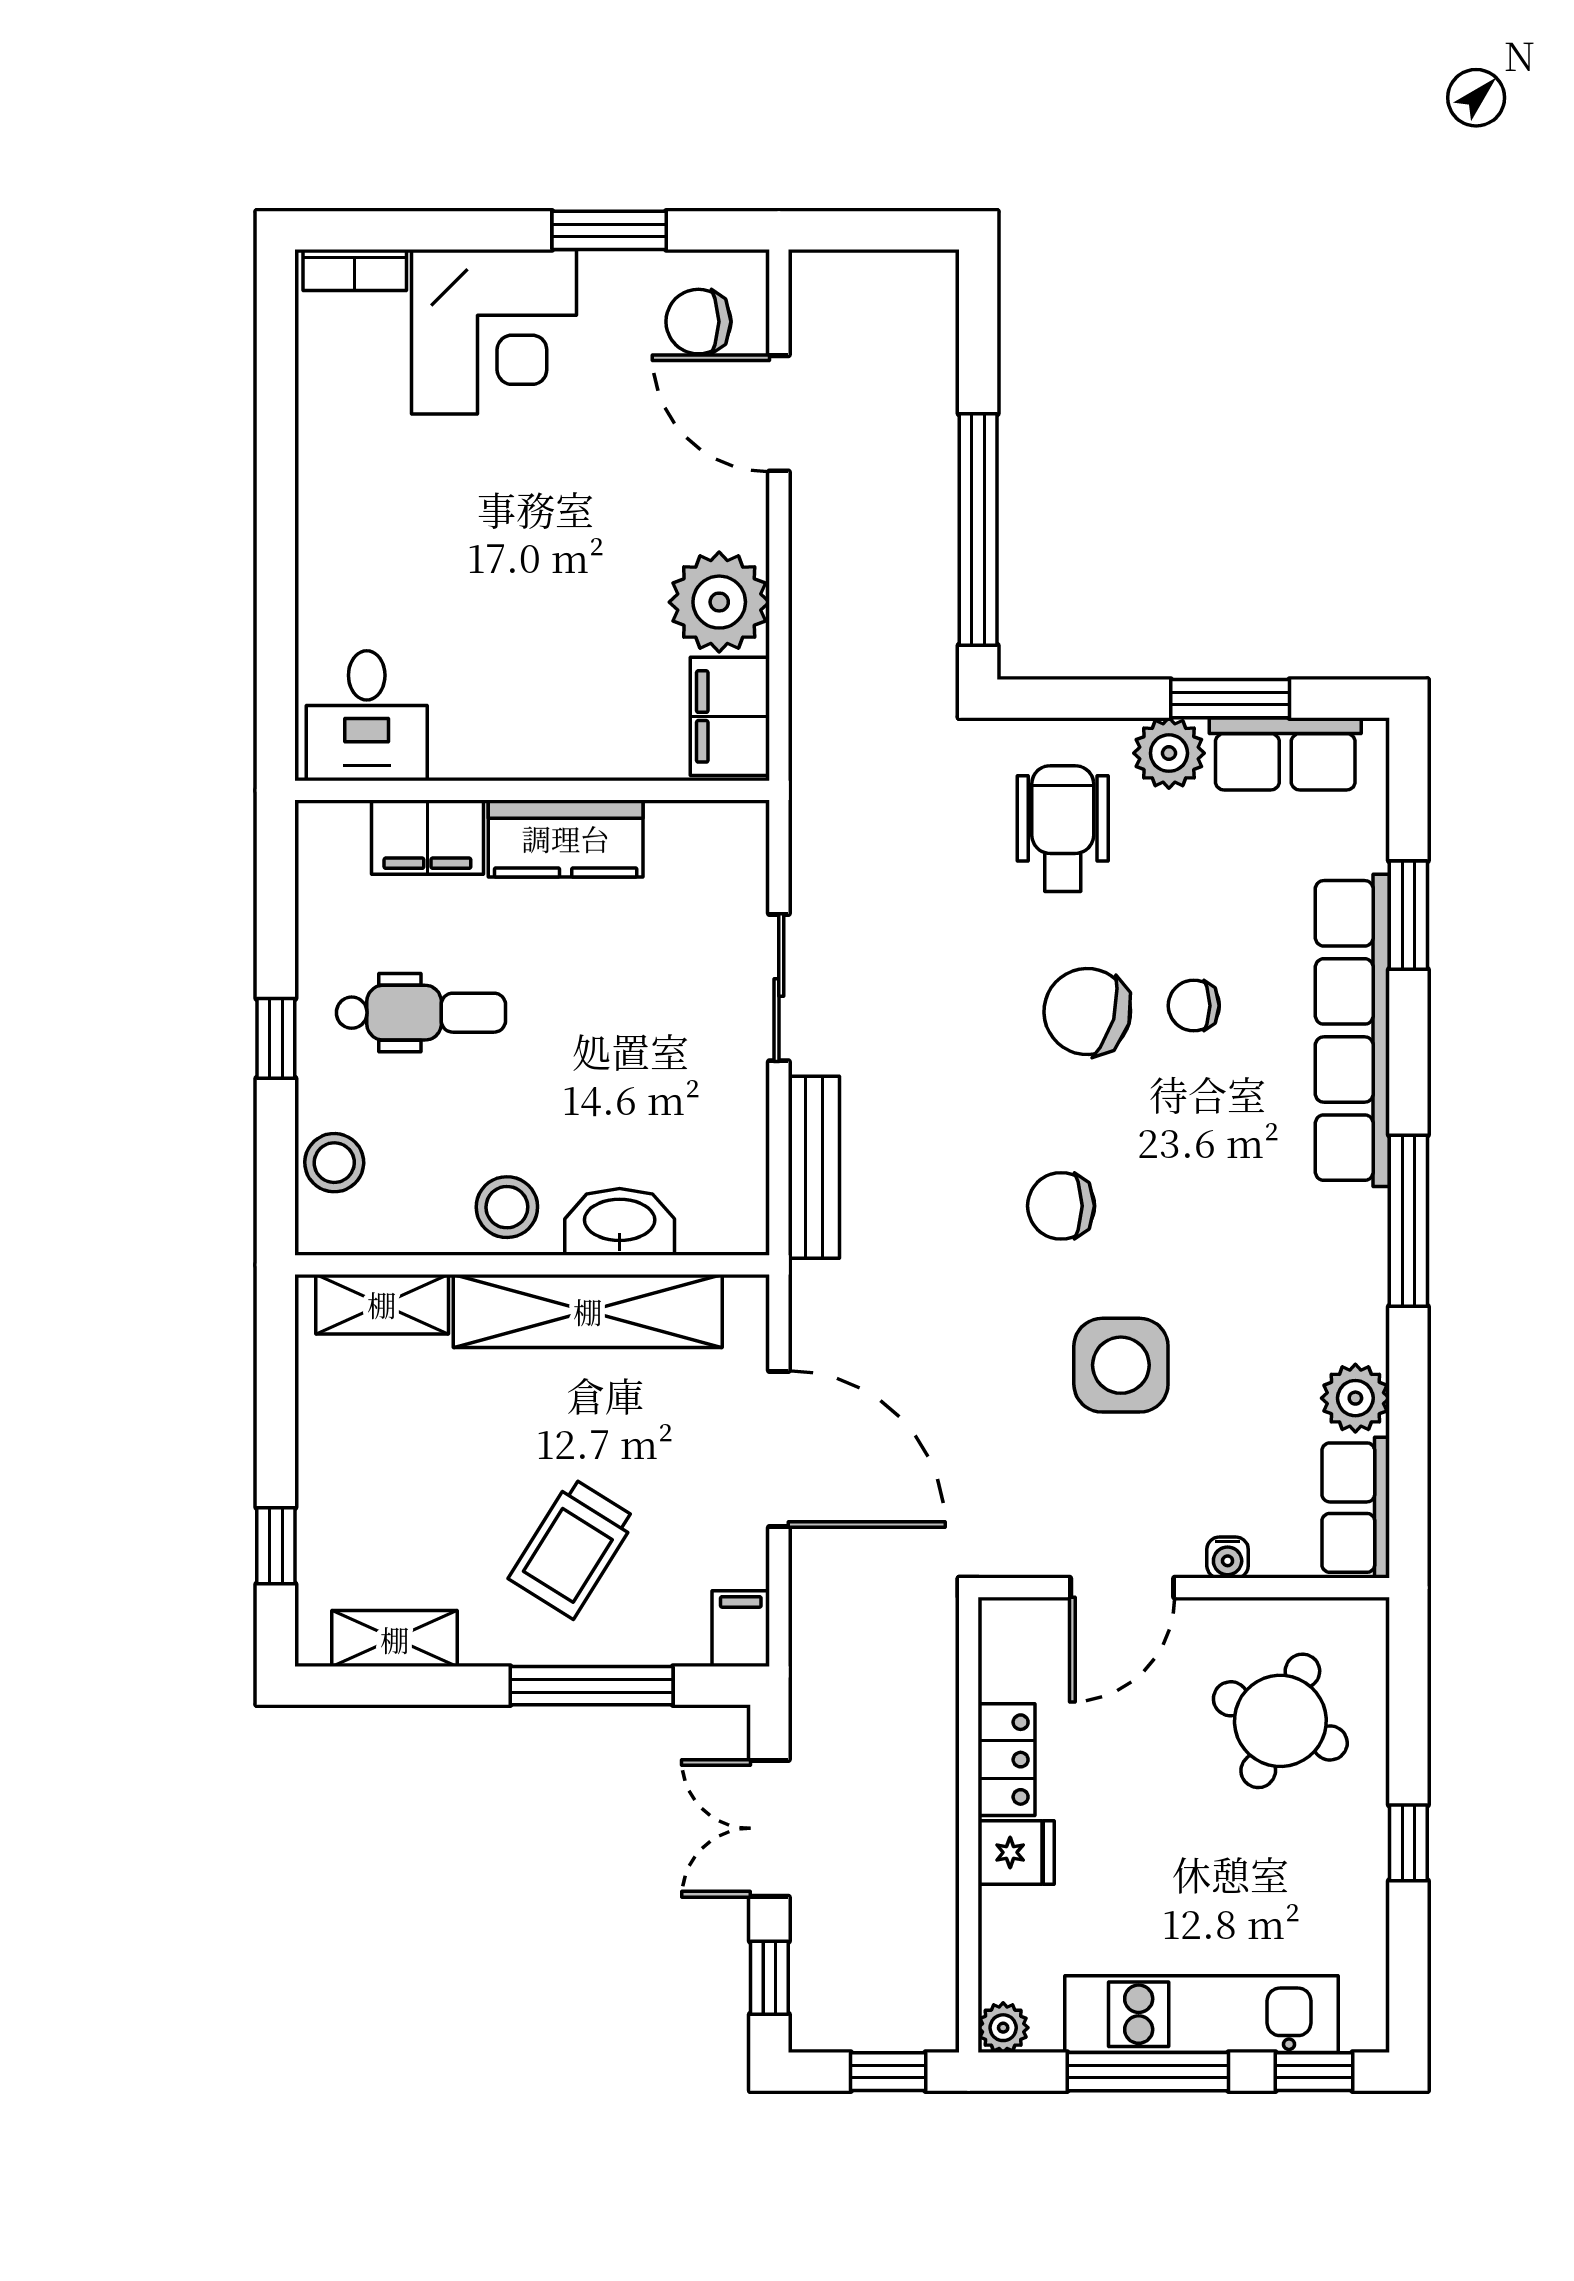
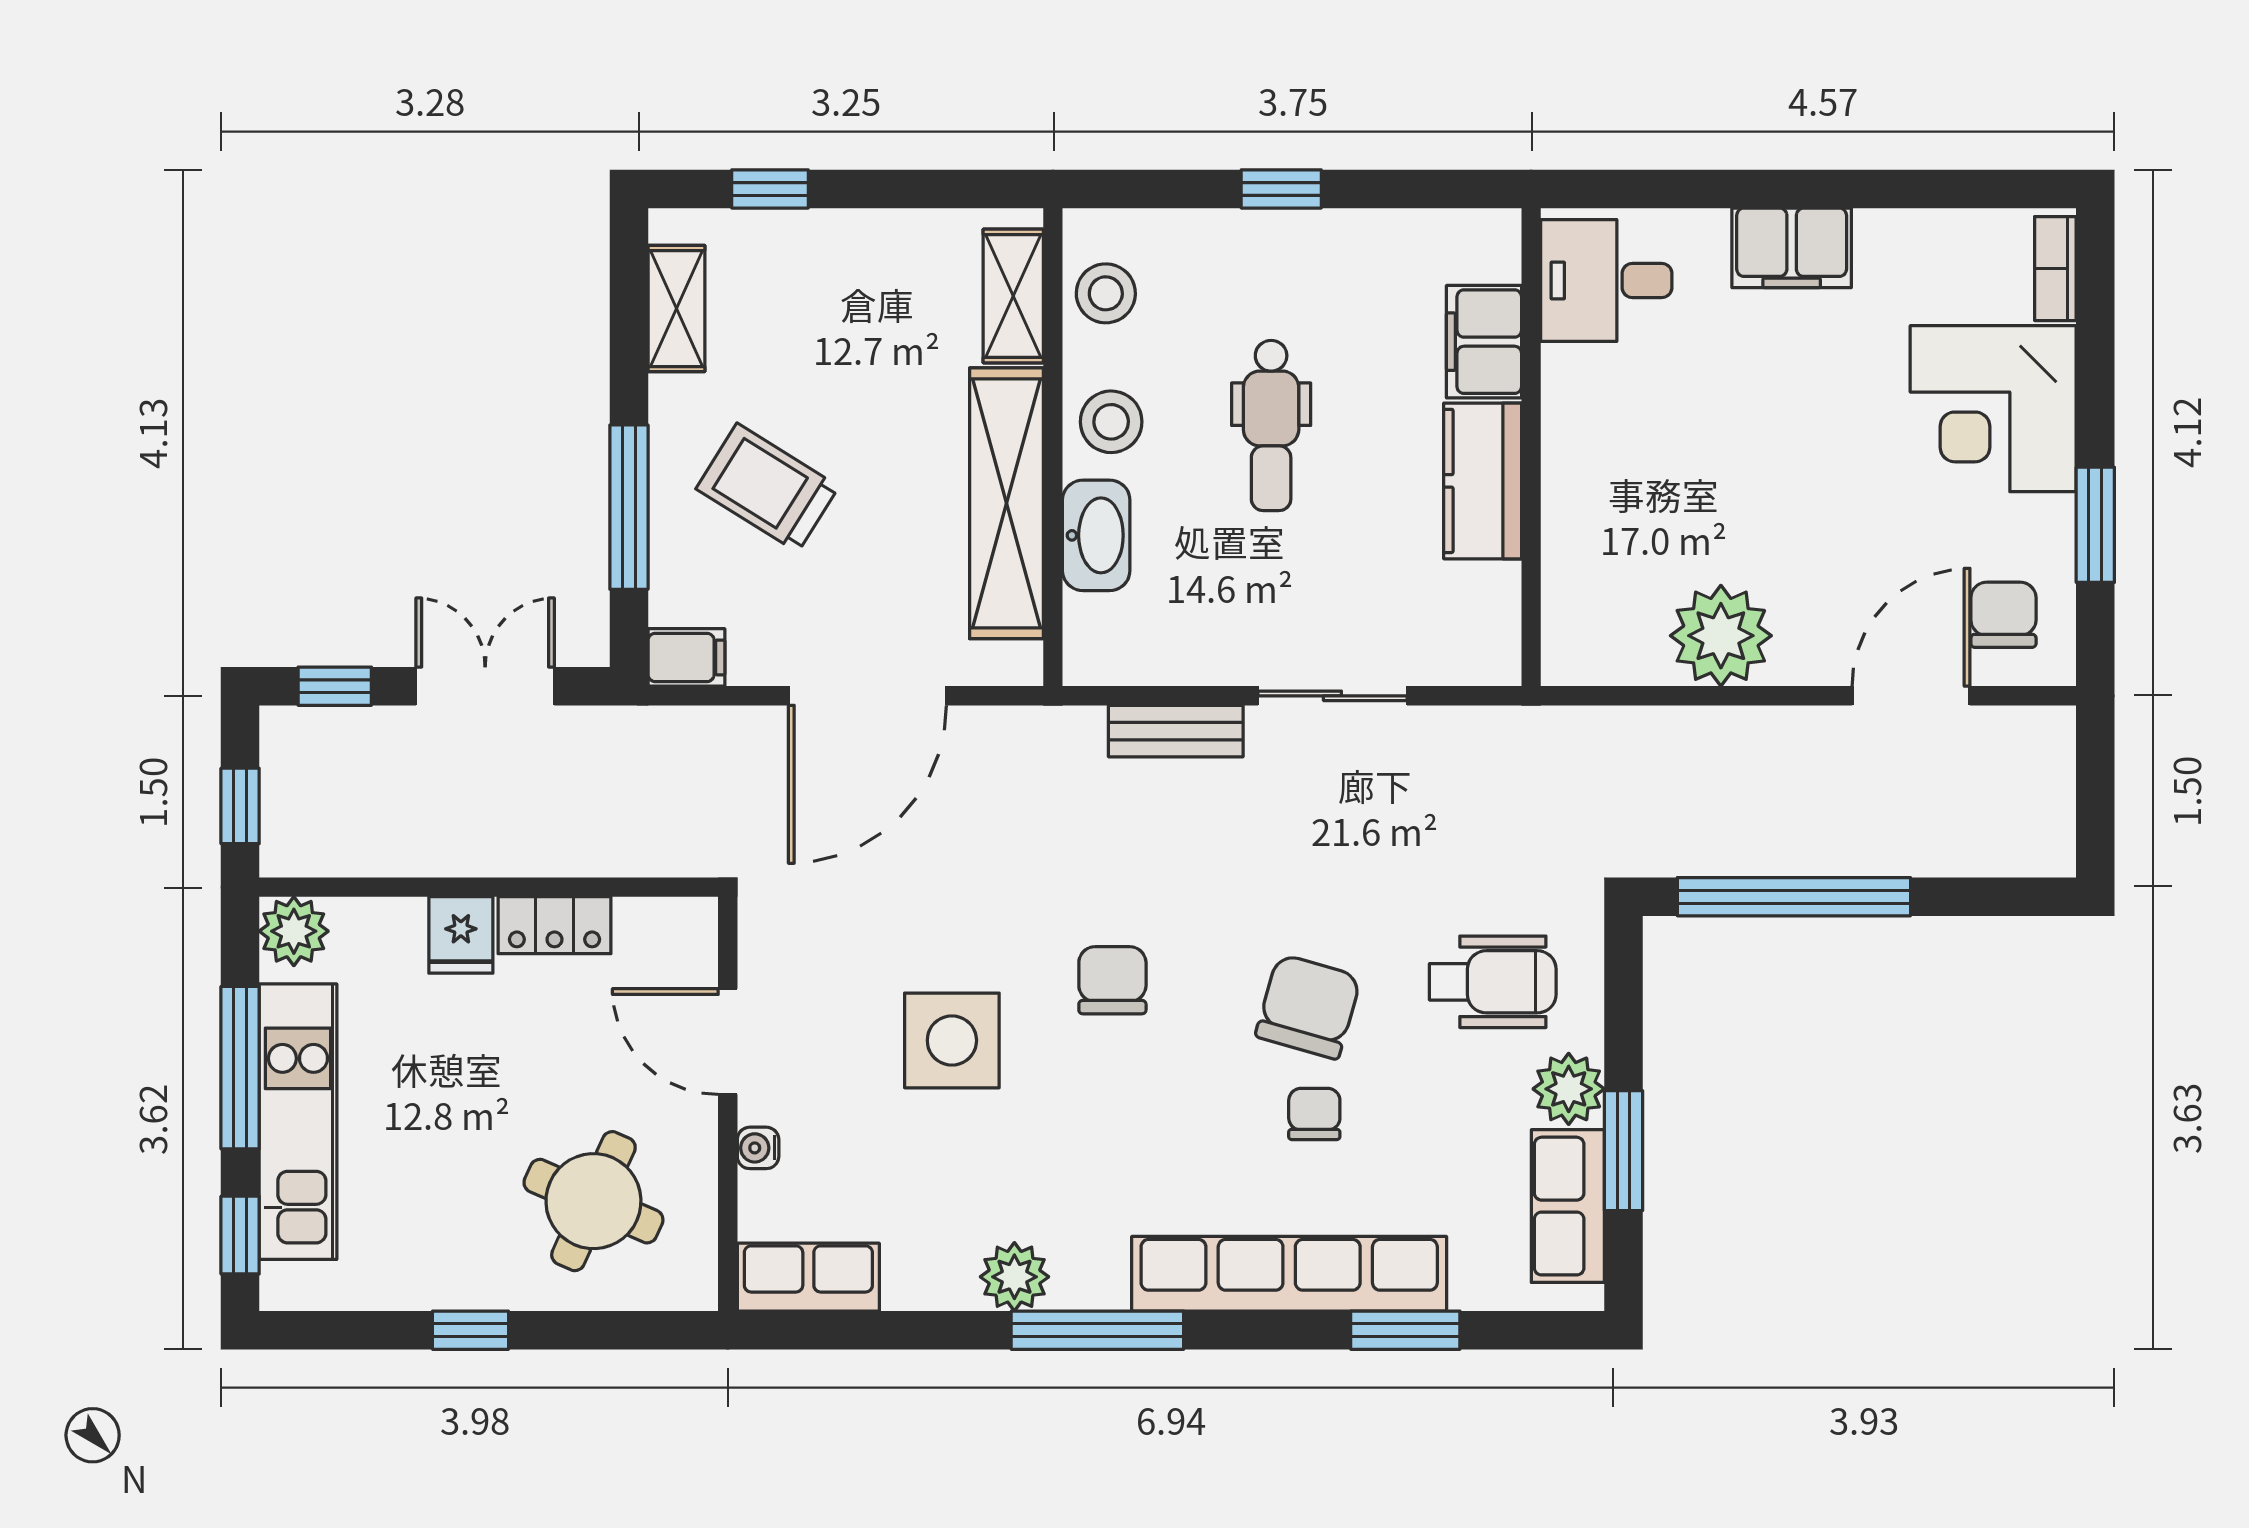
filing cabinet: (730, 716) -> (1792, 248), moved, turned 180
dental chair: (421, 1013) -> (1271, 425), moved
stool: (334, 1163) -> (1106, 293), moved
bench: (814, 1167) -> (1176, 731), width x0.73
plant: (1355, 1398) -> (1014, 1277), moved
plant: (1003, 2028) -> (294, 931), width x1.38, depth x1.38

